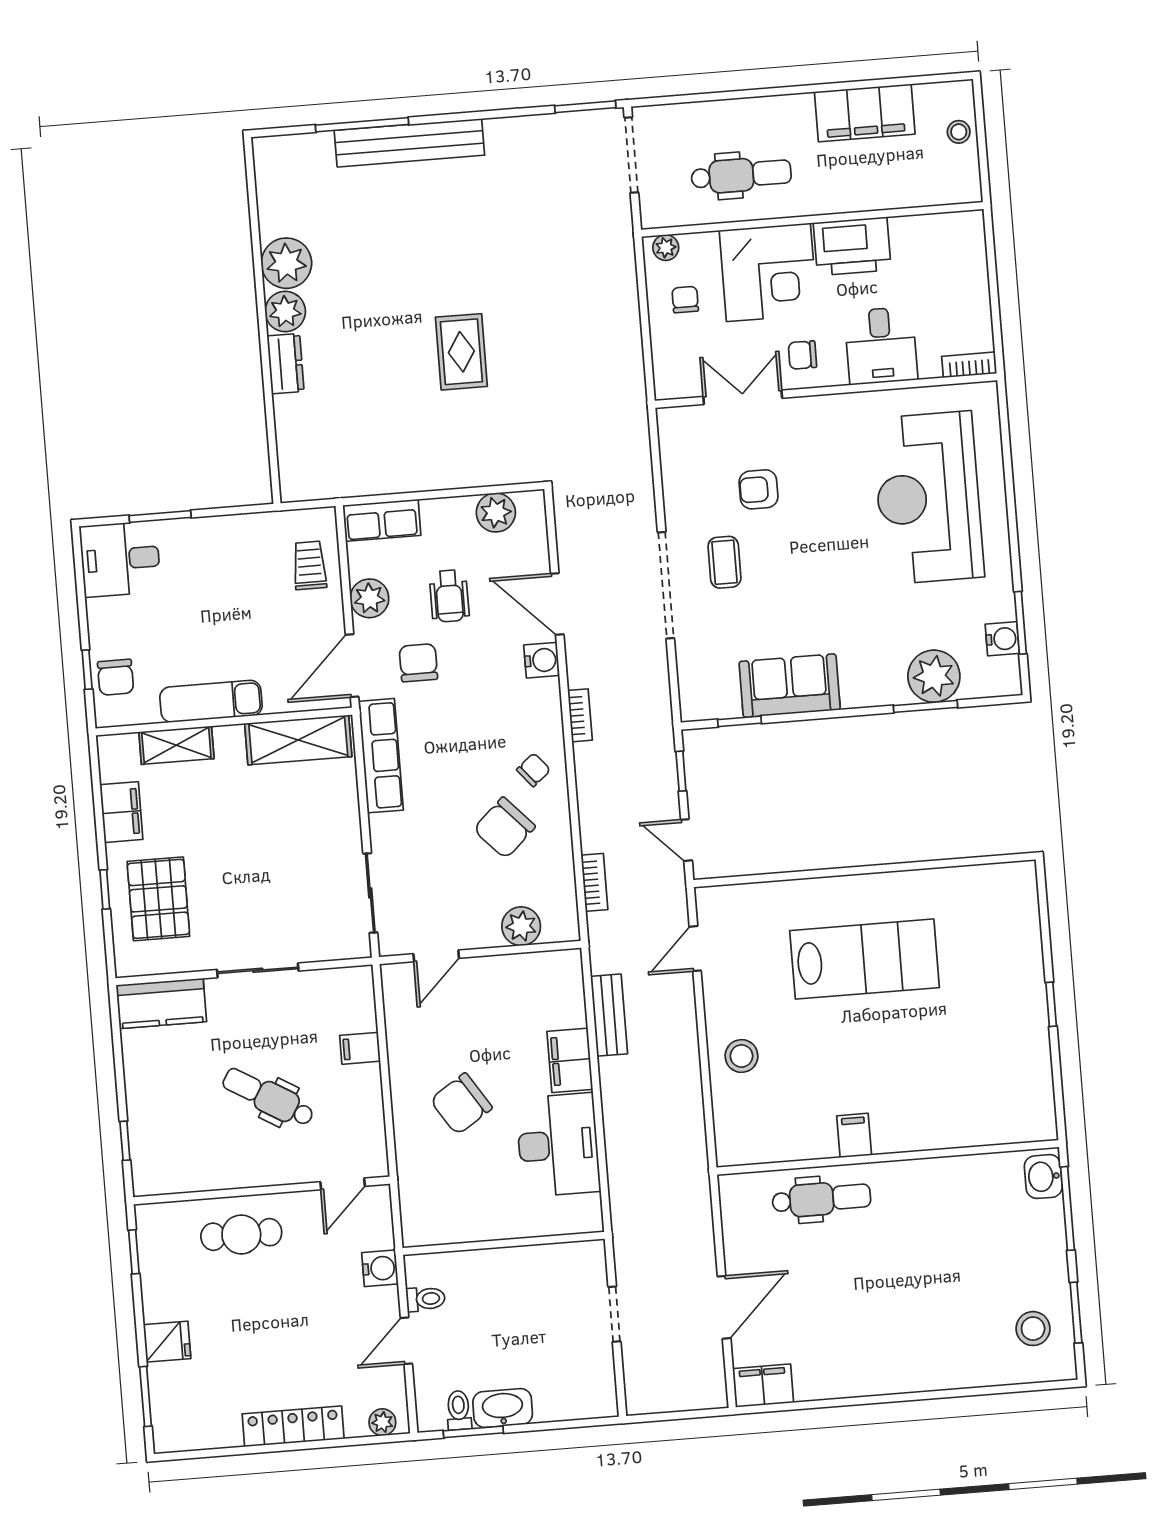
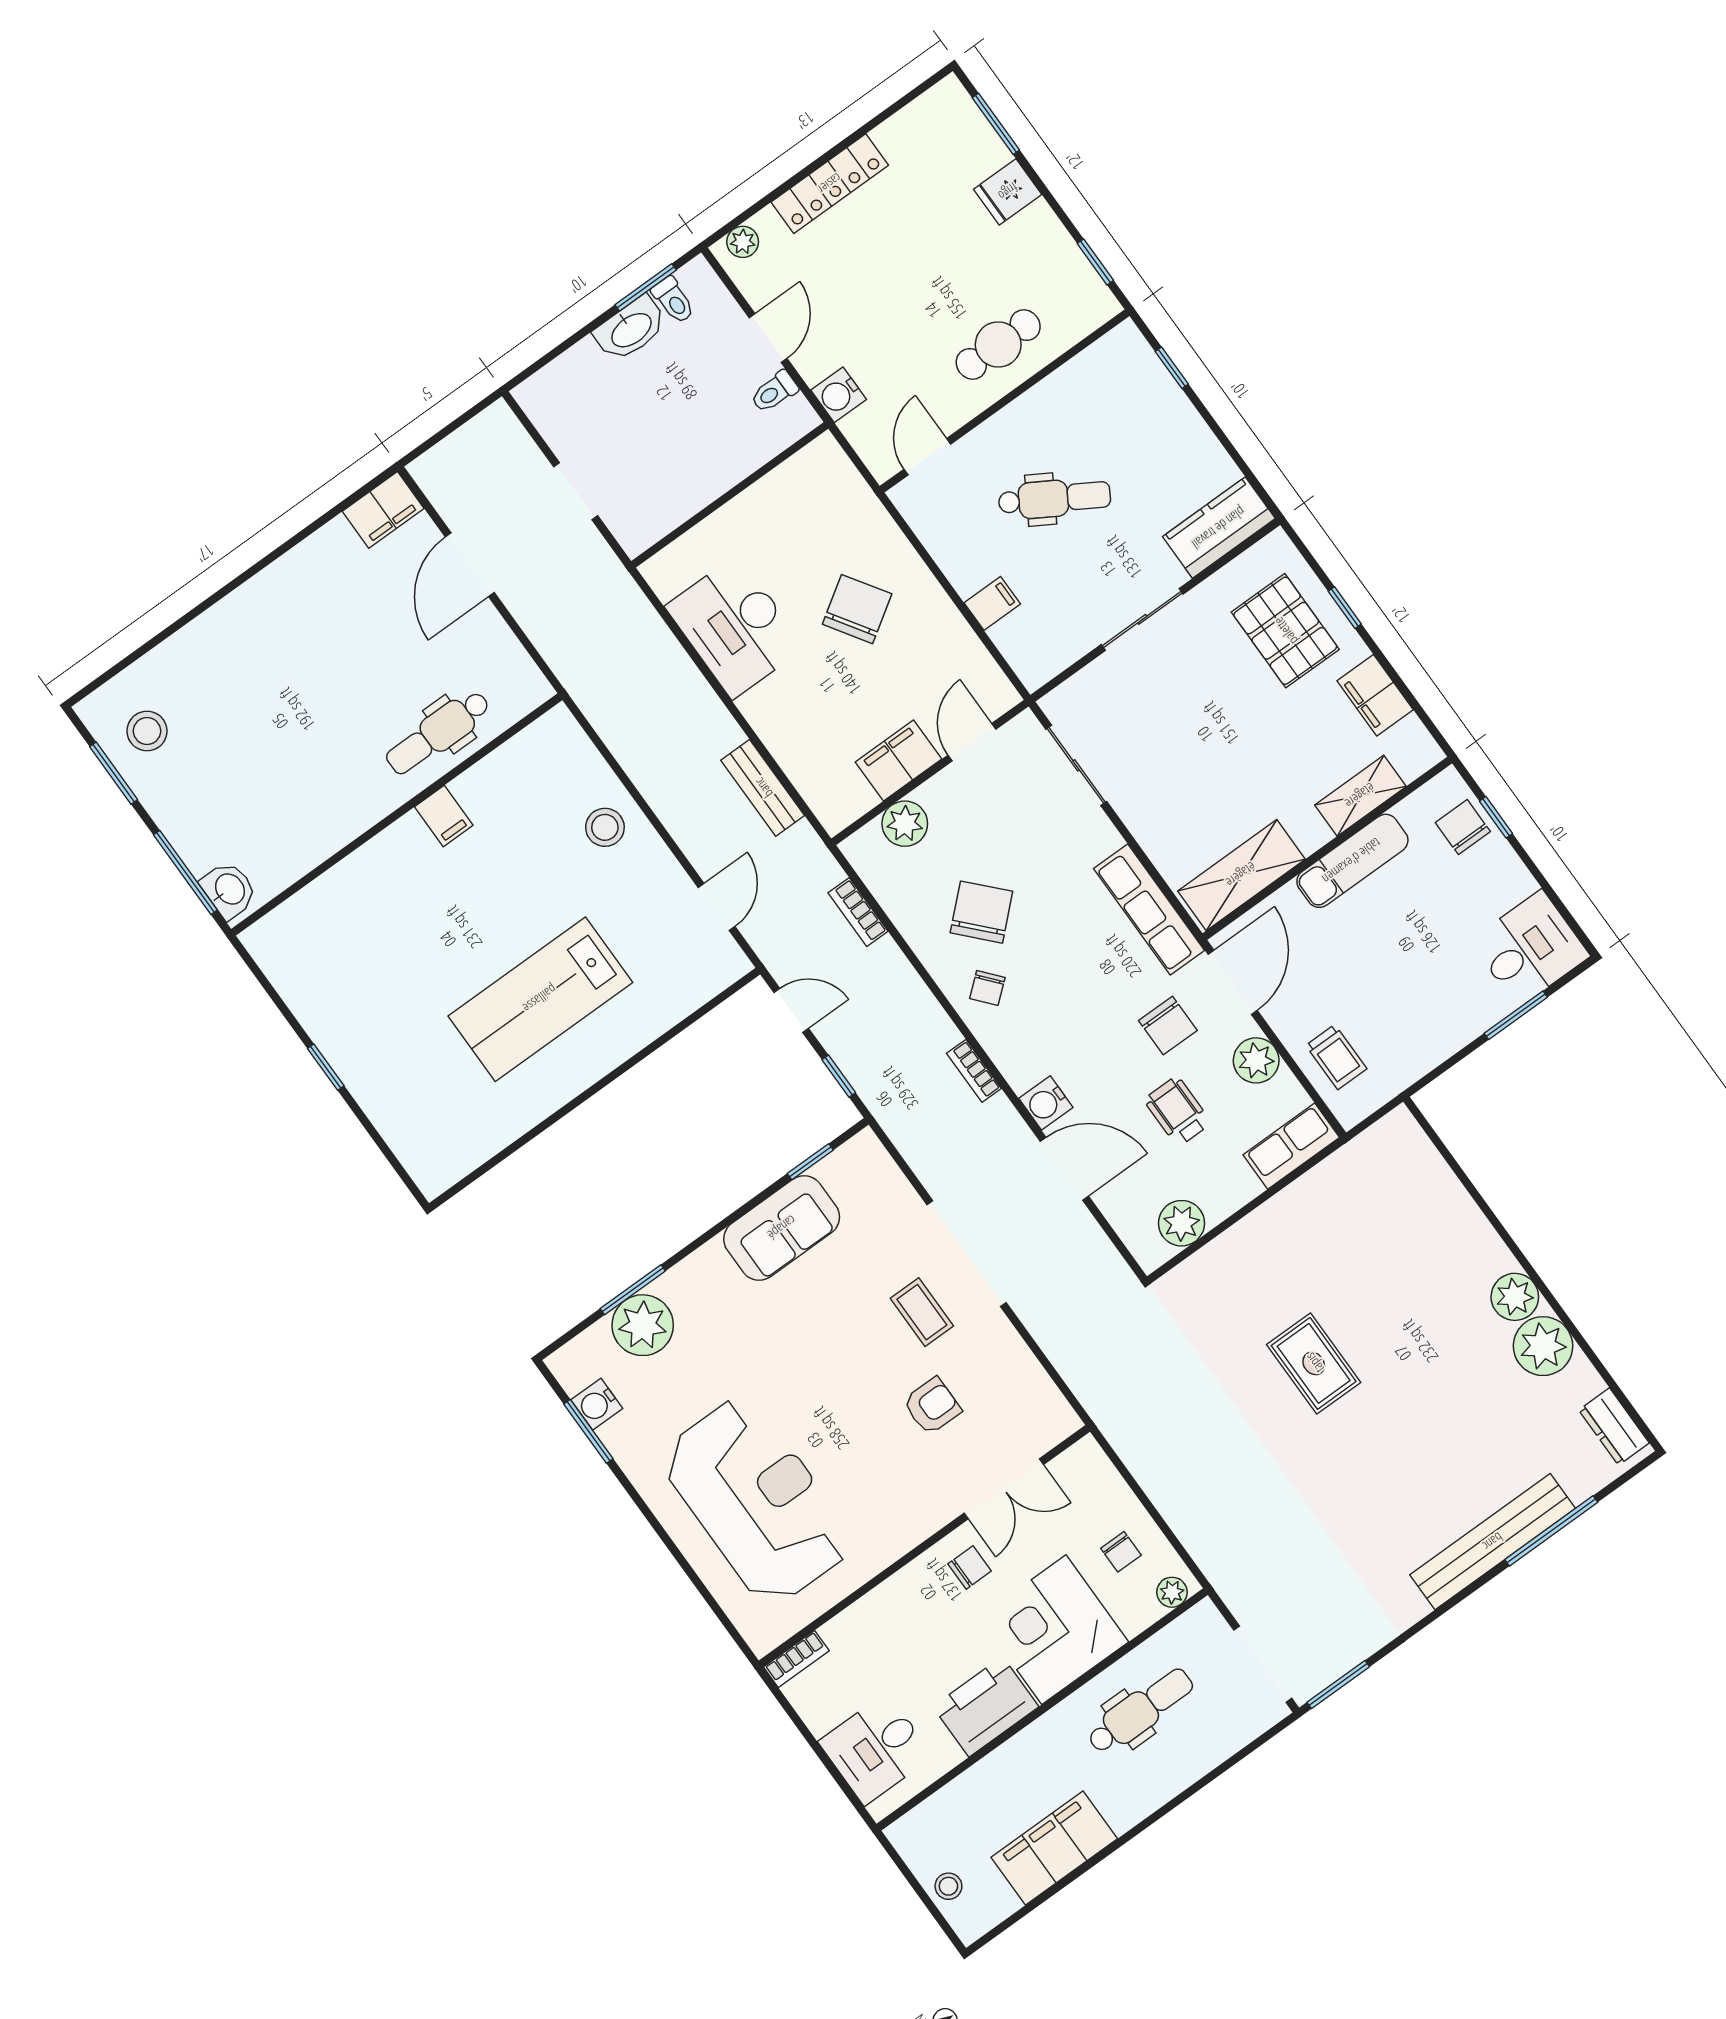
dental chair: (741, 175) -> (1140, 1711), turned 180
desk: (881, 346) -> (876, 1749), moved, turned -90
dresser: (286, 364) -> (1614, 1427), moved
filing cabinet: (570, 1060) -> (899, 761), moved, turned -90

